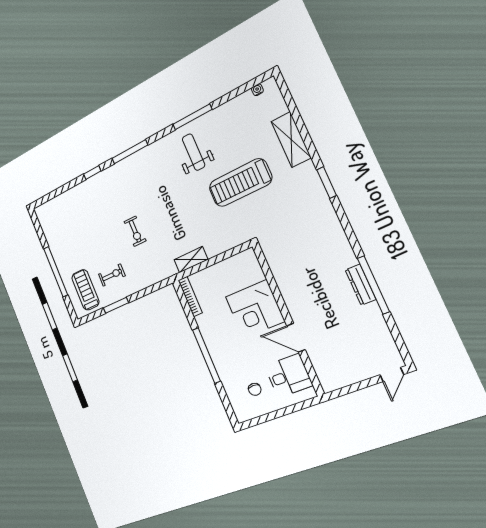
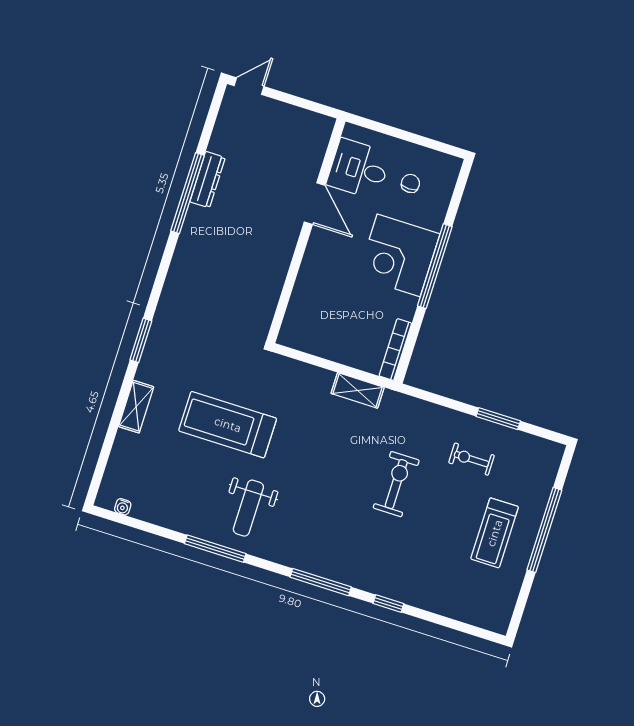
shelving: (291, 140) -> (136, 407), width x0.67, depth x0.75
treadmill: (240, 183) -> (228, 425), turned 180
exercise bike: (135, 231) -> (396, 484), width x1.38, depth x1.39
dresser: (360, 285) -> (208, 180), moved
treadmill: (85, 290) -> (495, 533), moved
corner desk: (255, 309) -> (399, 255), moved, turned 180

